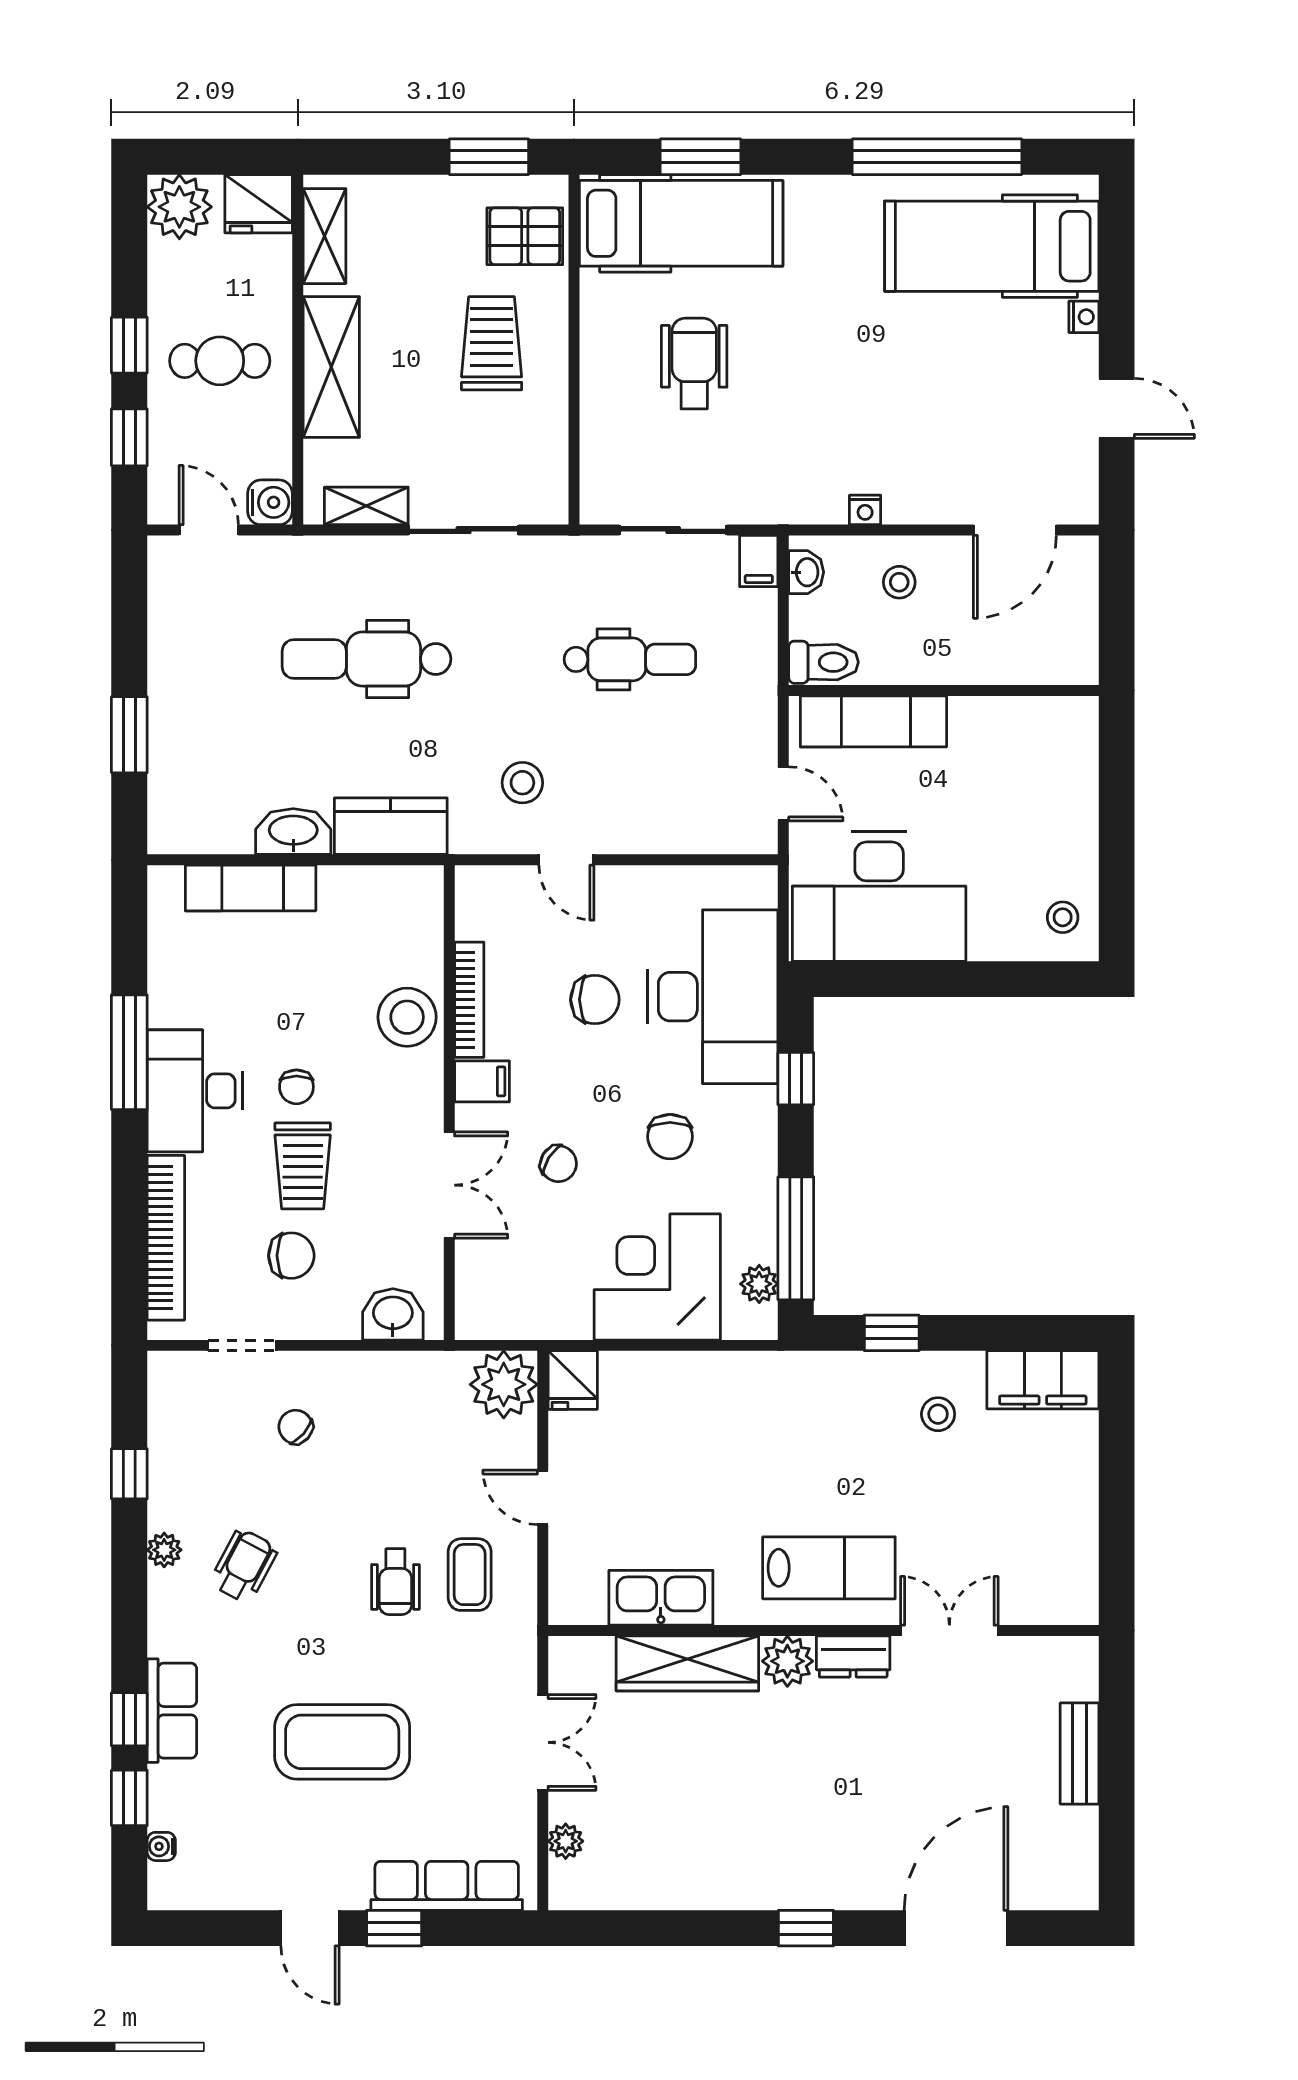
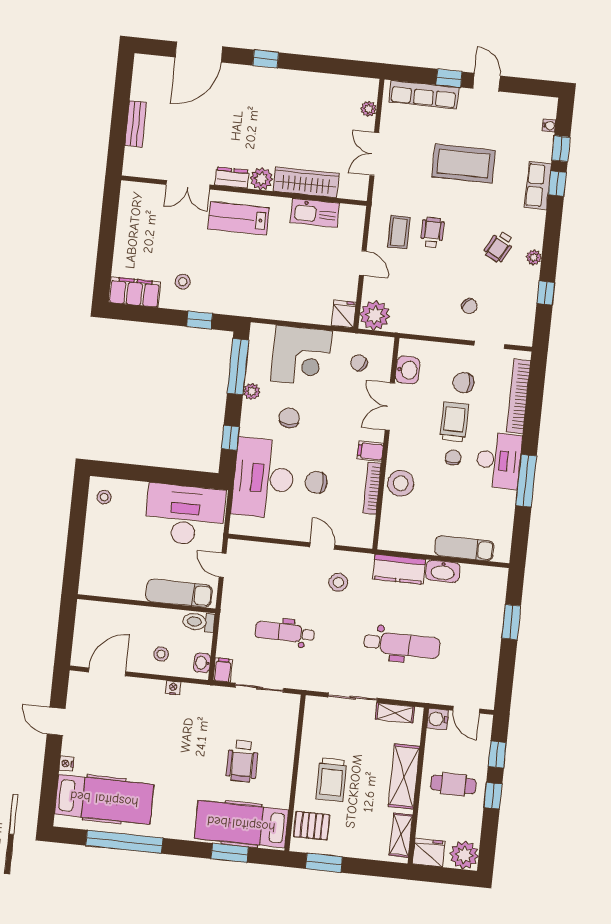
chair: (558, 1164) -> (359, 363), moved
plant: (759, 1284) -> (252, 391), moved
washbasin: (393, 1314) -> (408, 370), moved, turned -90

